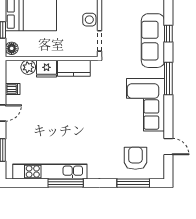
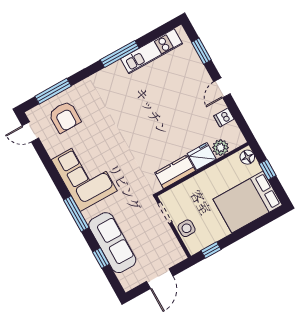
door: (168, 147) -> (30, 132), moved
kitchen unit: (50, 171) -> (152, 51), width x0.73

